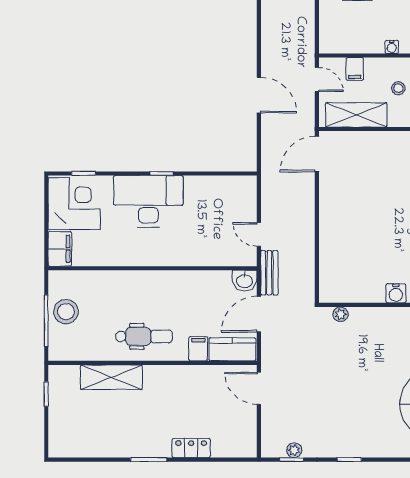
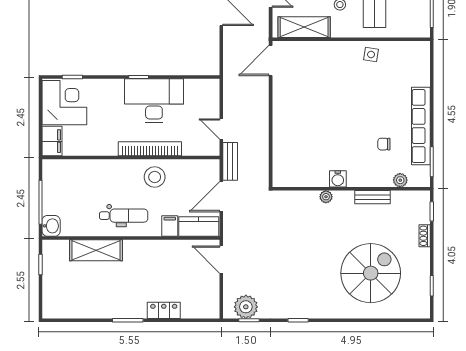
desk: (148, 201) -> (154, 101), moved
bookcase: (175, 258) -> (150, 149), added
washbasin: (245, 281) -> (51, 226), moved, turned -90
stool: (66, 312) -> (155, 177), moved
plant: (340, 314) -> (326, 197), moved
plant: (294, 450) -> (246, 307), width x1.87, depth x1.87

